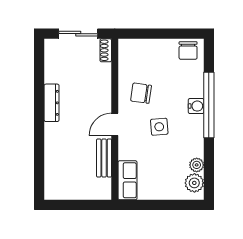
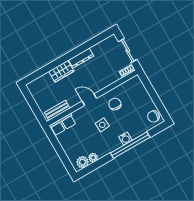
wardrobe: (54, 140) -> (61, 71), added
bench: (104, 158) -> (57, 110), moved

